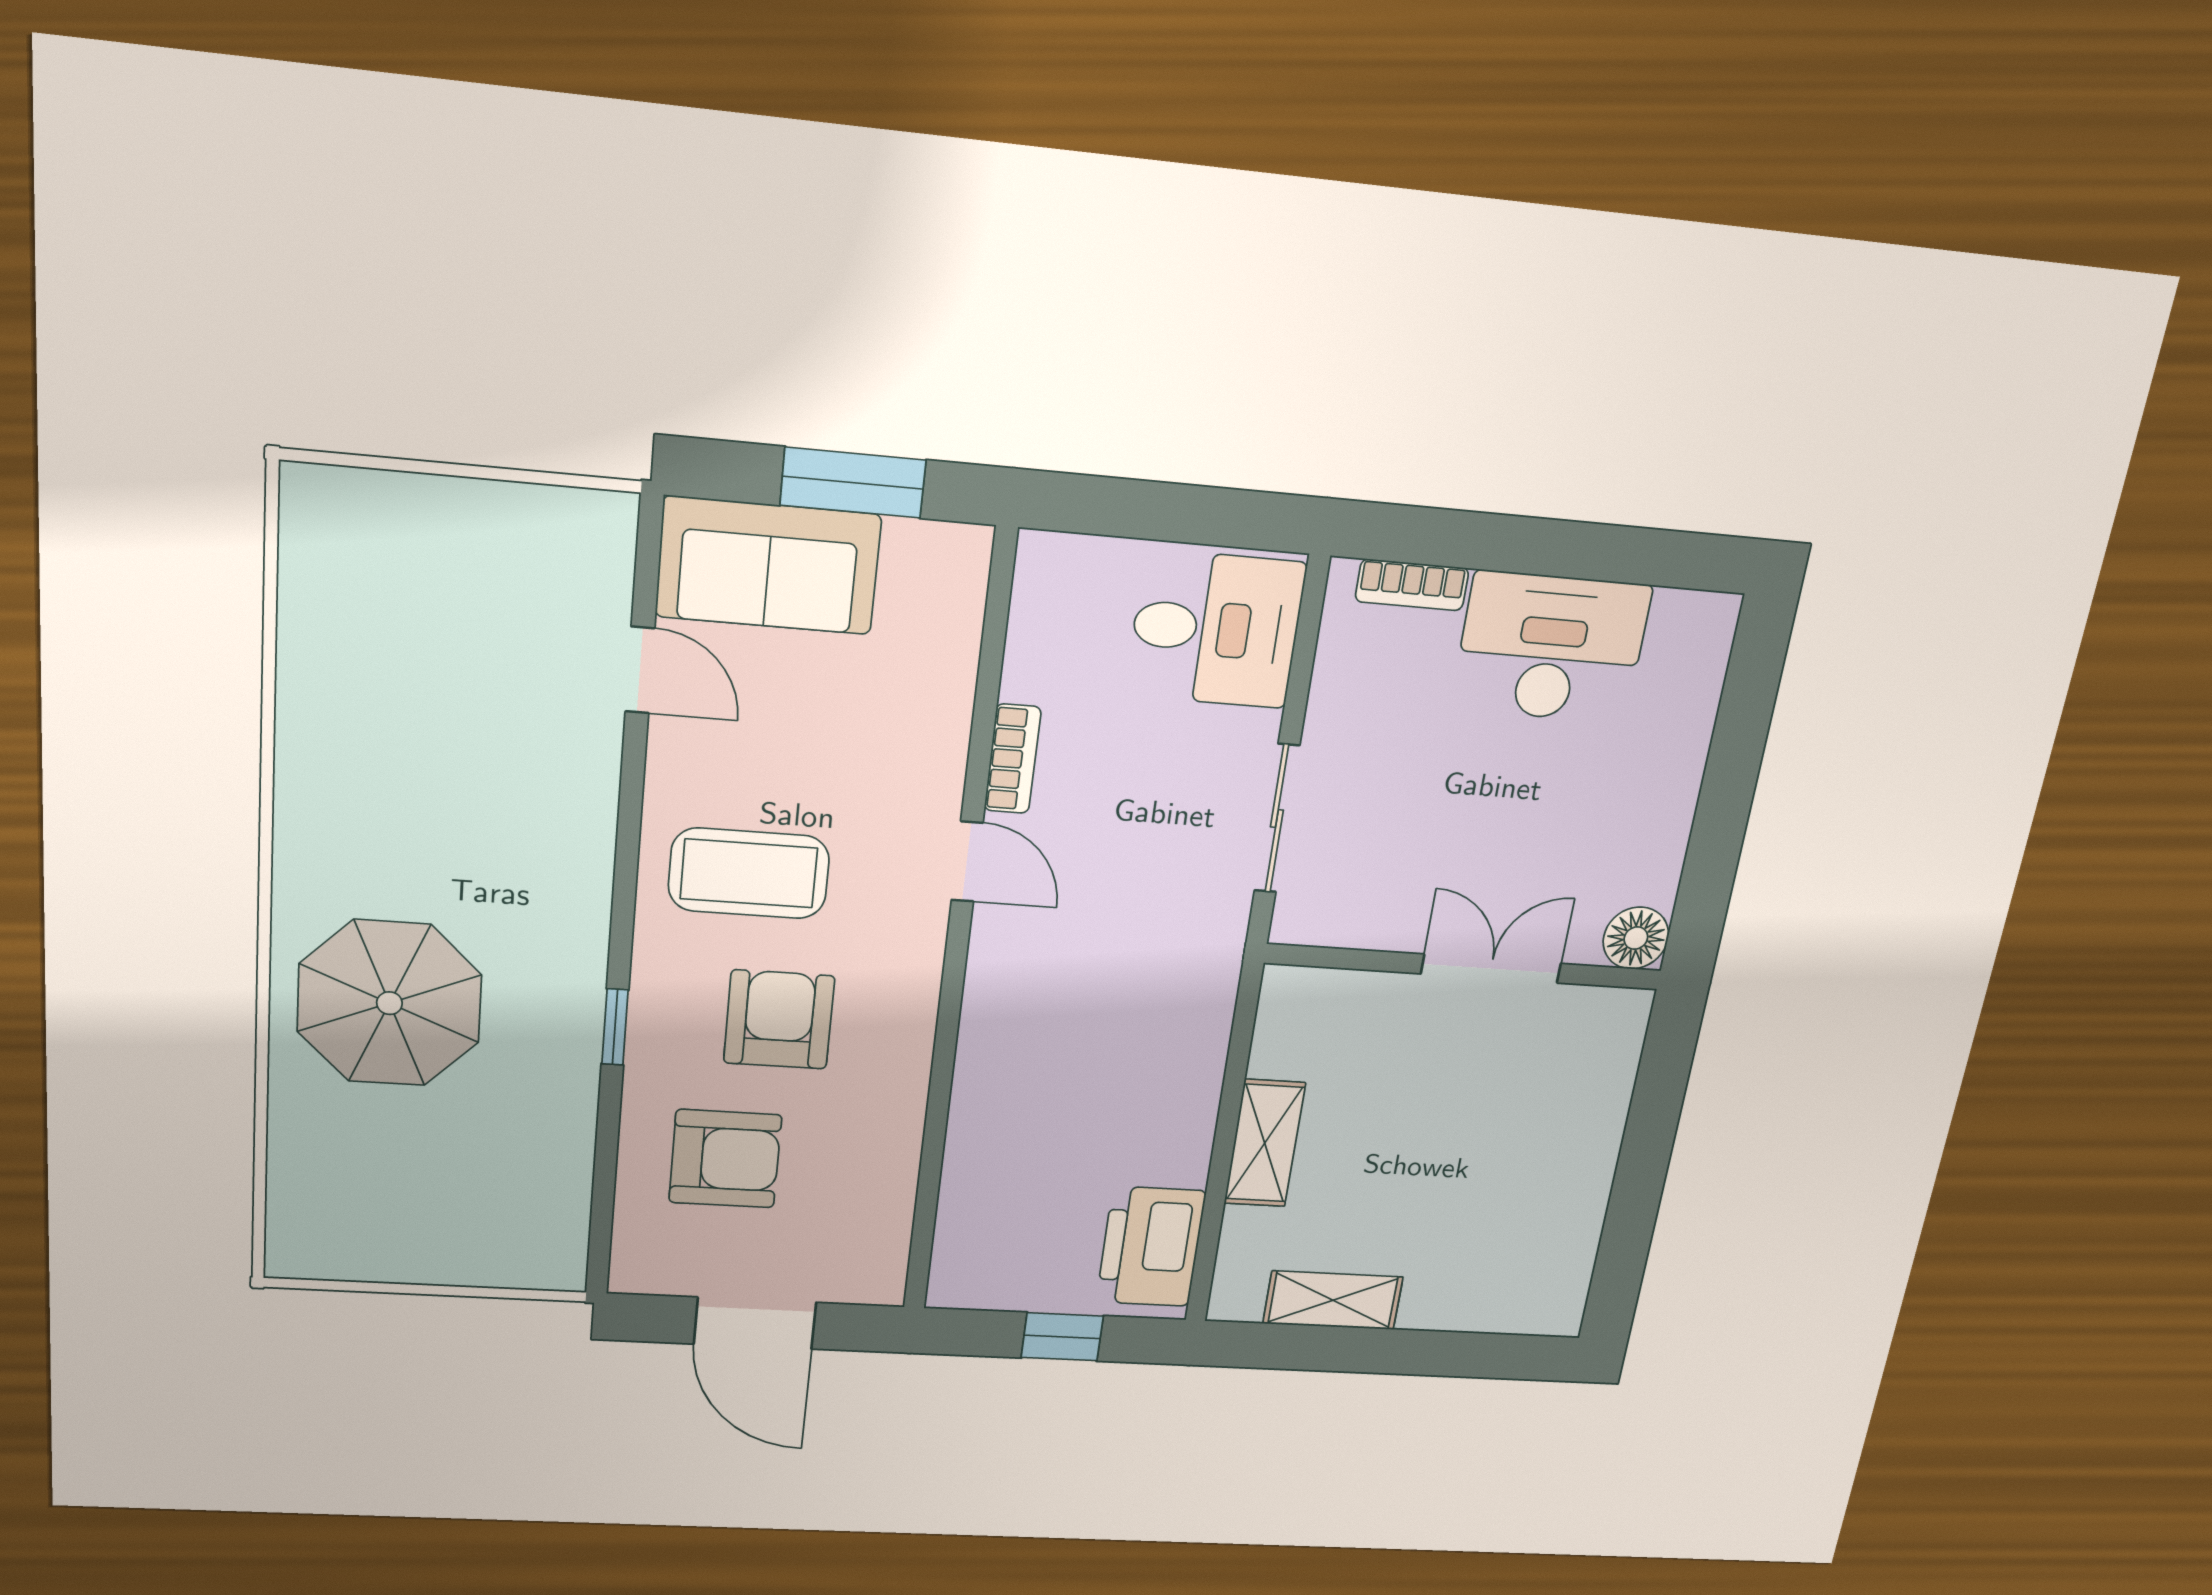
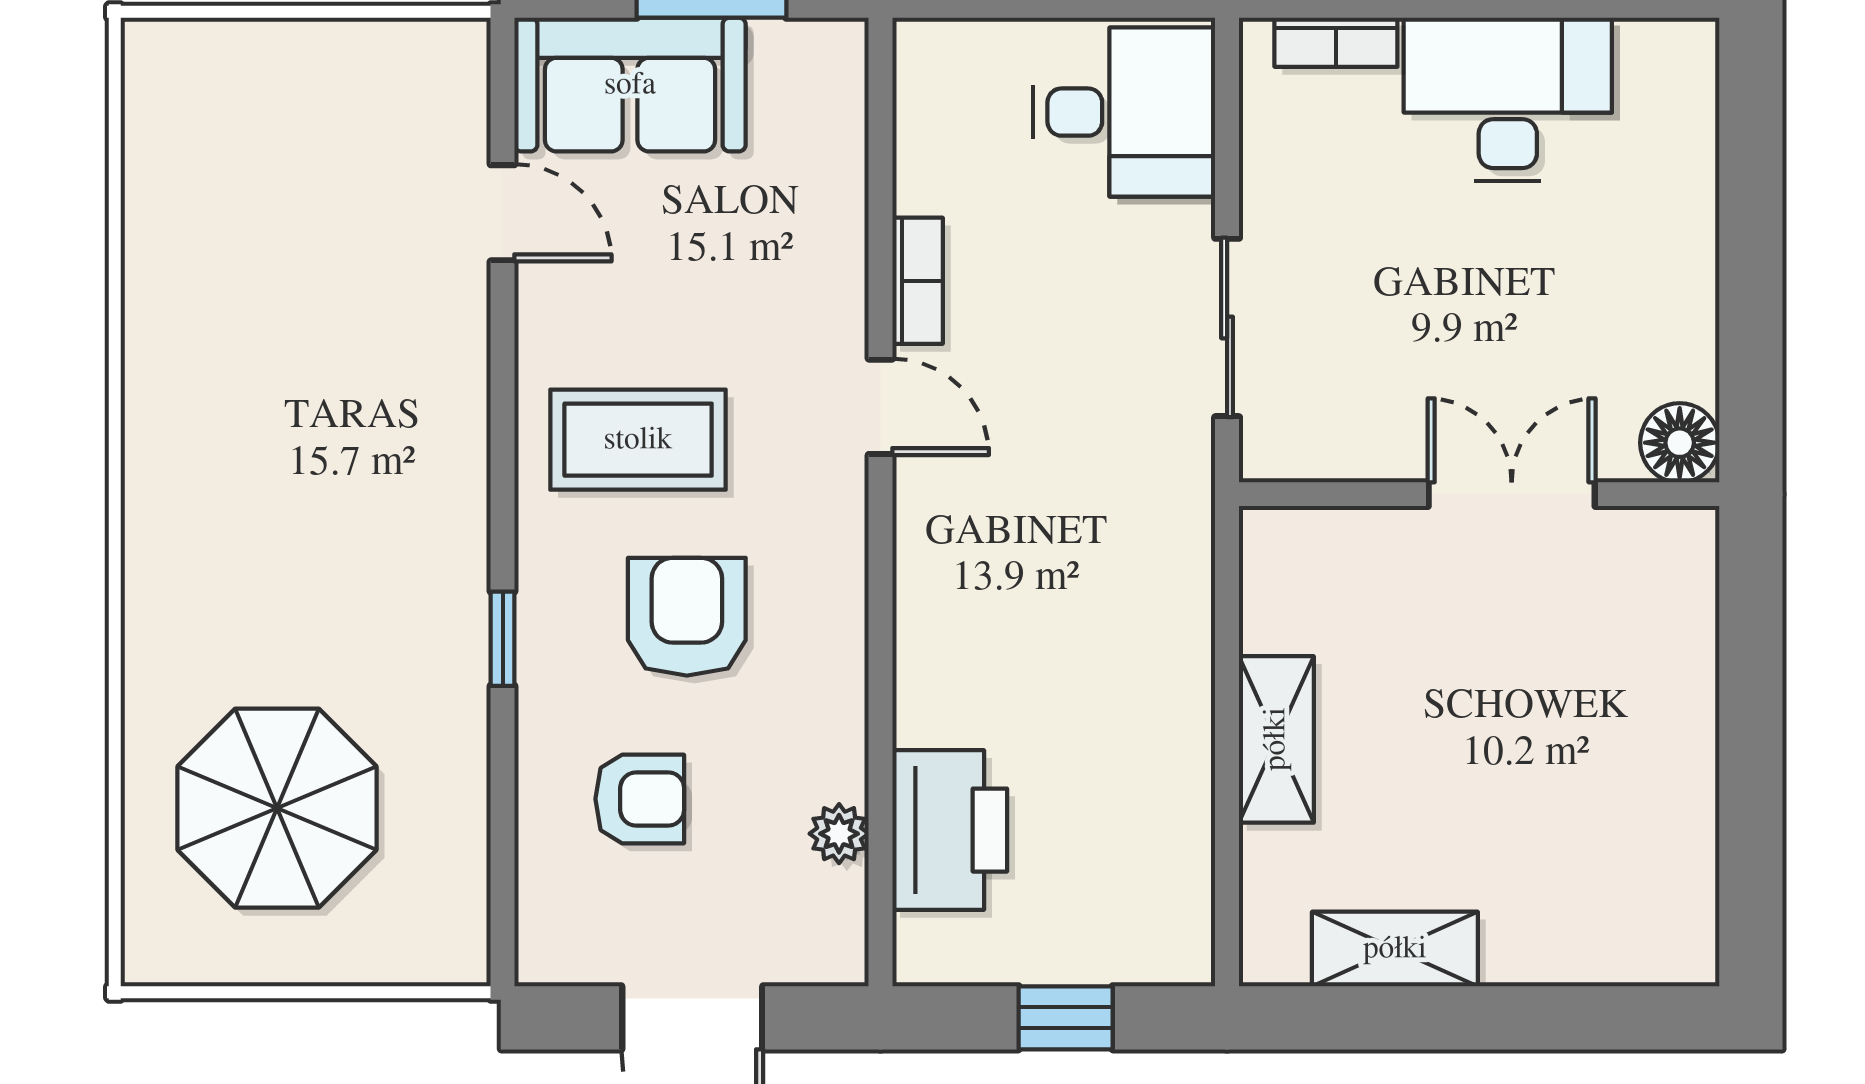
parasol: (389, 1003) -> (277, 808), moved
armchair: (725, 1159) -> (640, 799), width x0.72, depth x0.72
plant: (892, 1194) -> (839, 834), added
printer: (1151, 1247) -> (950, 830), moved, turned 180

